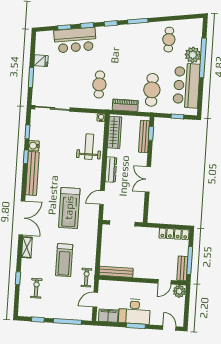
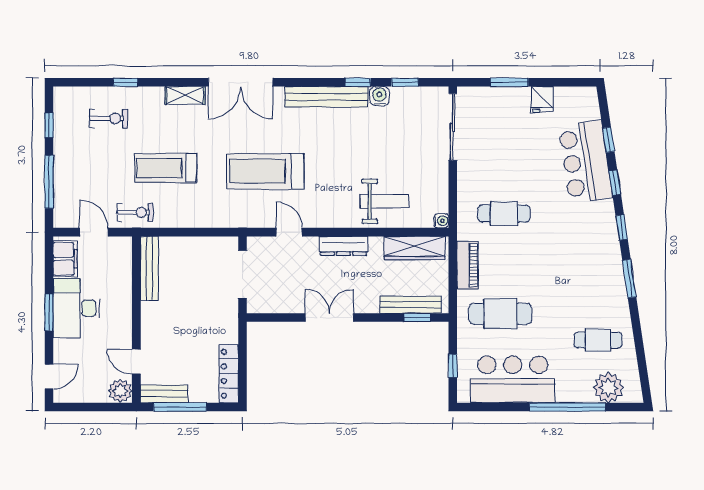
plant: (193, 55) -> (608, 388), moved

